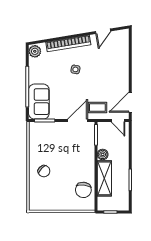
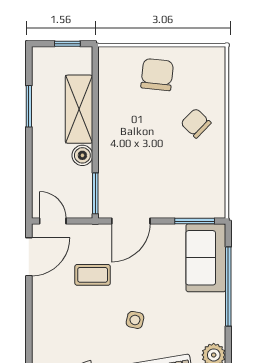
coffee table: (97, 107) -> (93, 275), moved
chair: (83, 190) -> (157, 75), moved

